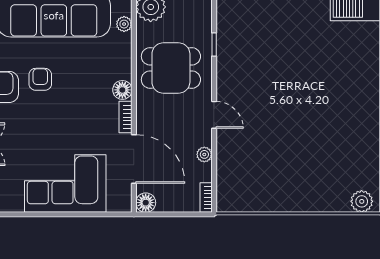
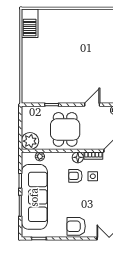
armchair: (40, 79) -> (75, 176), moved
side table: (90, 116) -> (93, 176), added

